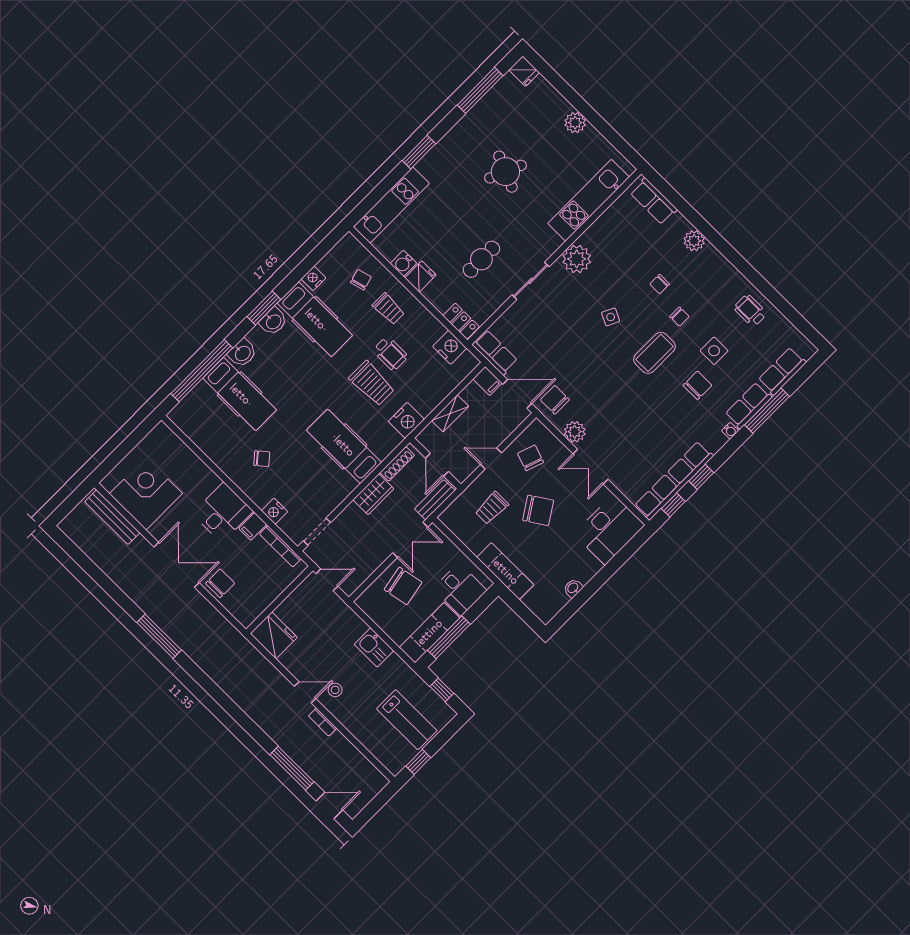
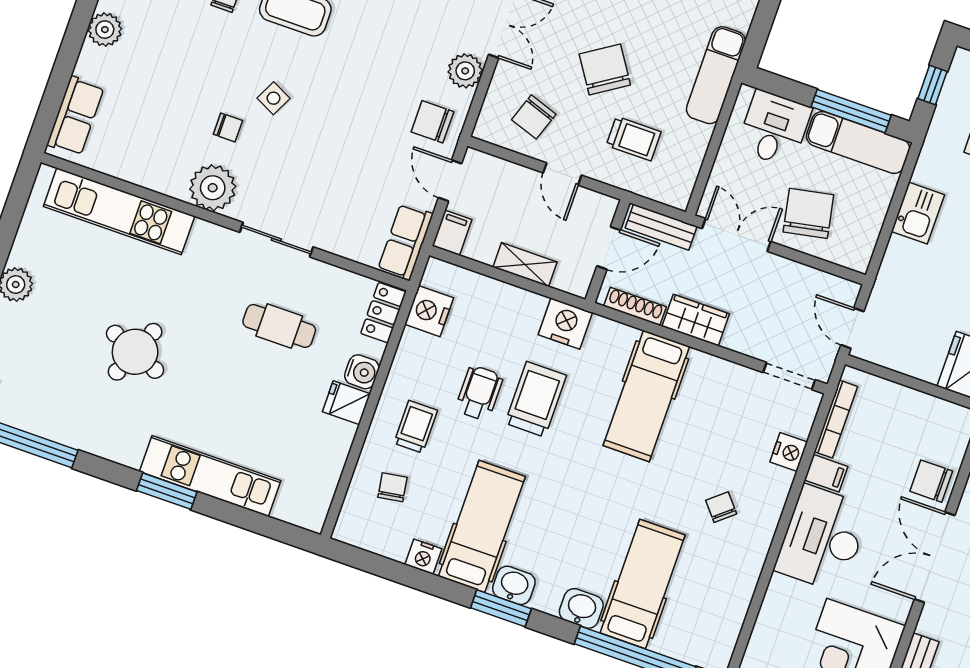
kitchen unit: (391, 205) -> (210, 476), moved
water cooler: (403, 263) -> (362, 372), moved
chair: (361, 280) -> (393, 487), turned 96
chair: (660, 284) -> (228, 127), moved
door: (517, 394) -> (450, 181), width x0.73
chair: (555, 400) -> (432, 122), turned 90
desk: (223, 512) -> (822, 538), width x1.37

